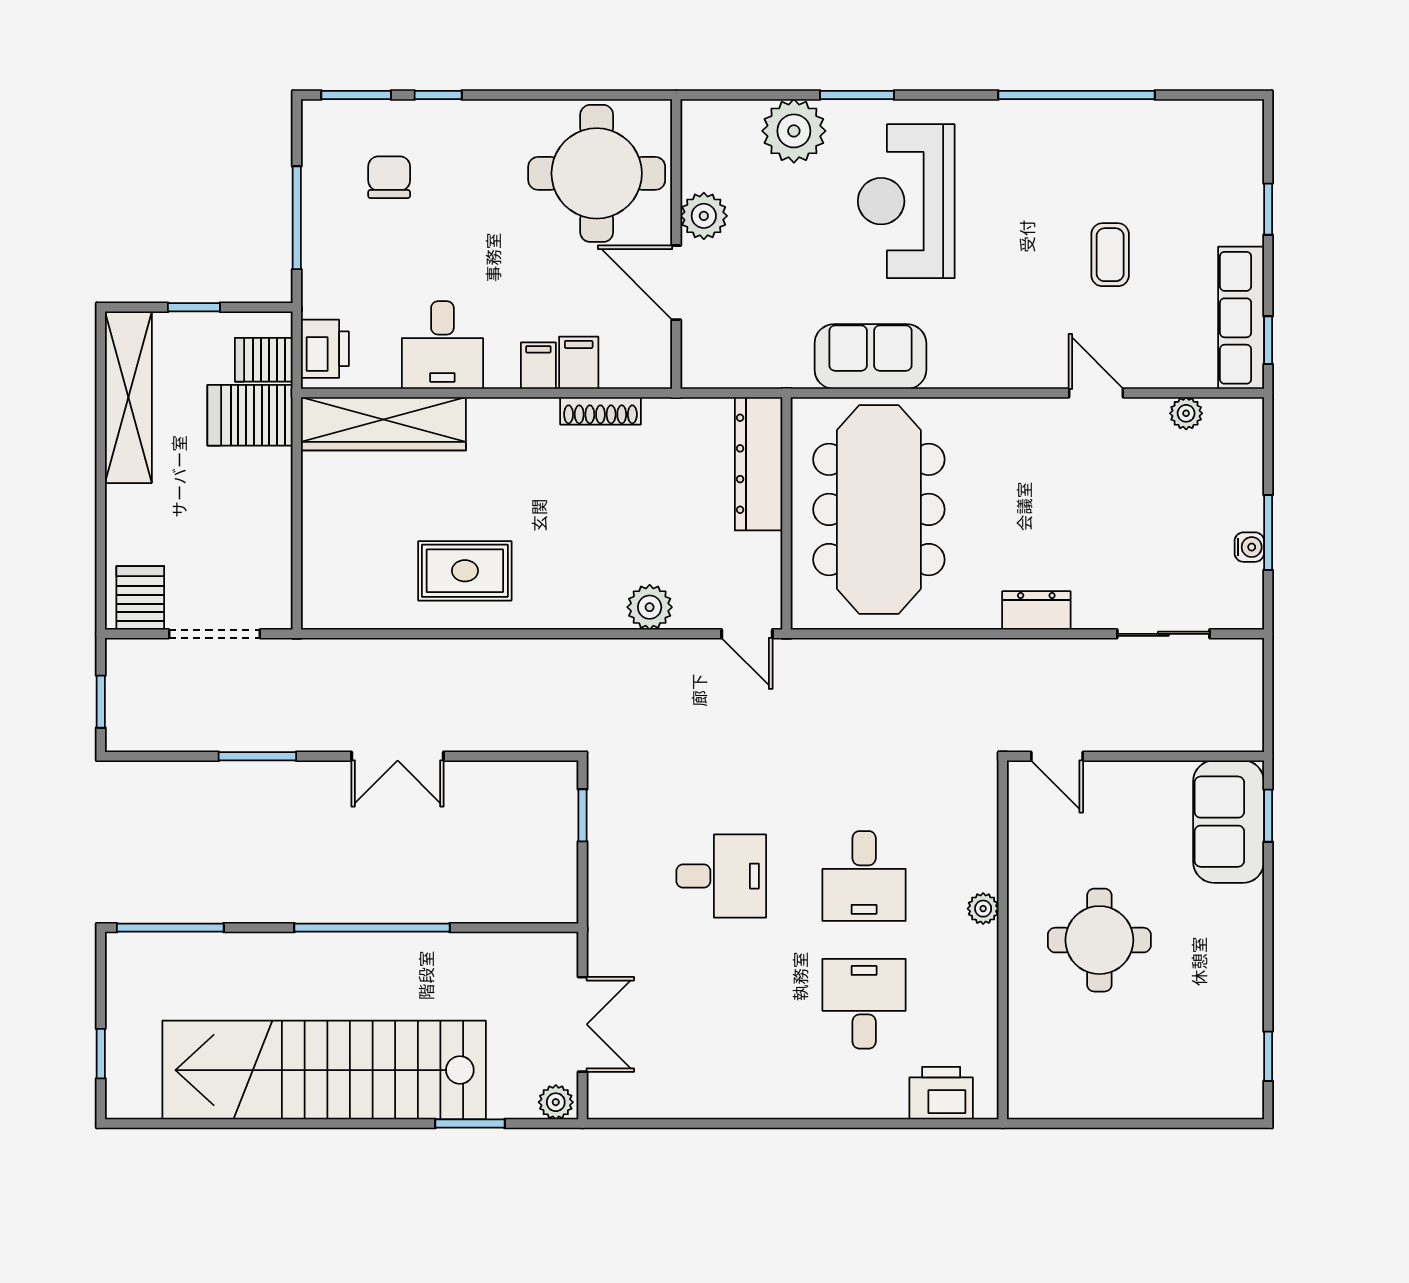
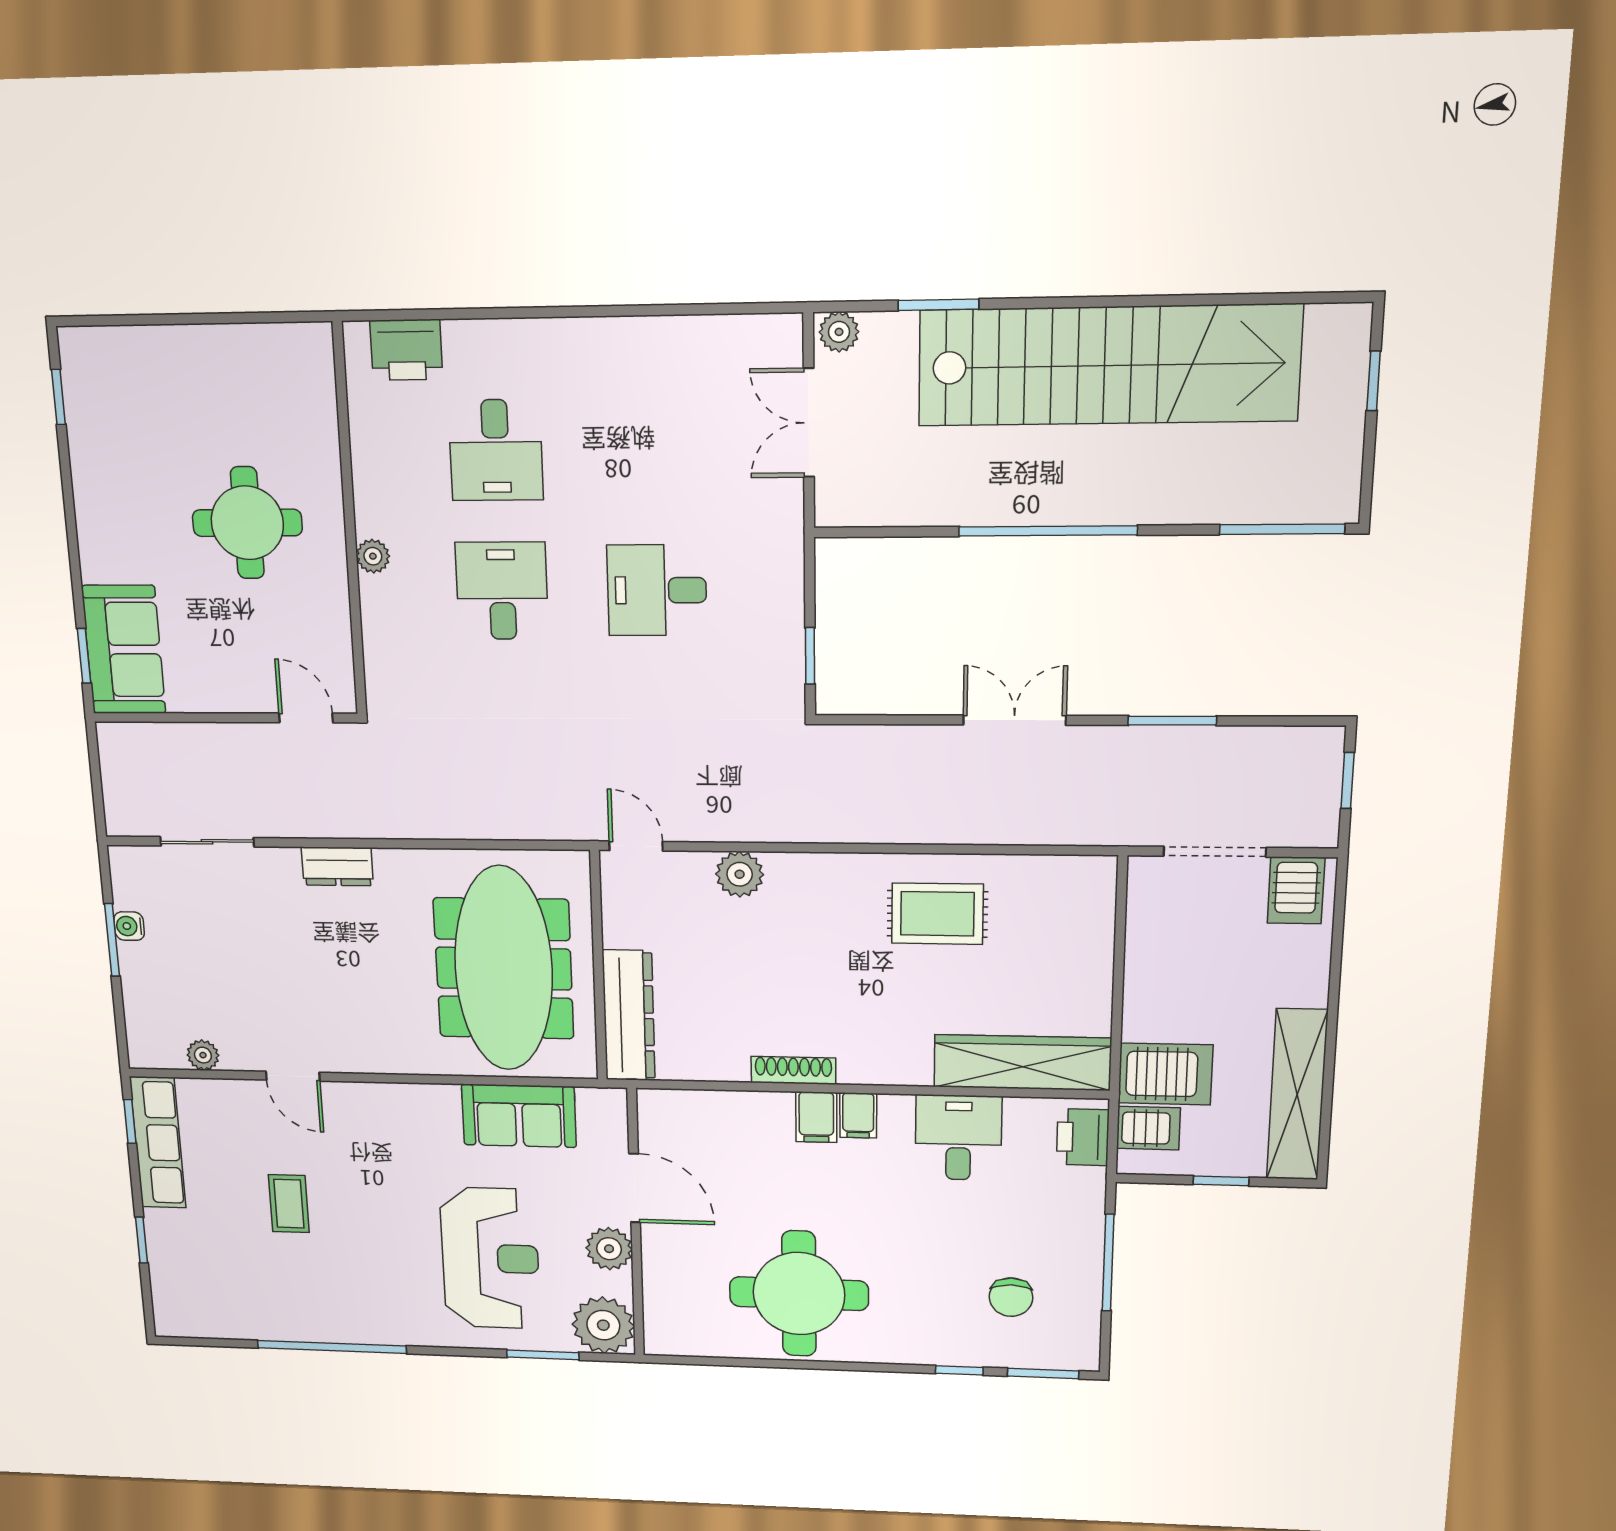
plant: (704, 216) -> (609, 1249), moved
wall: (676, 244) -> (636, 1224), moved
door: (676, 283) -> (635, 1188), moved

